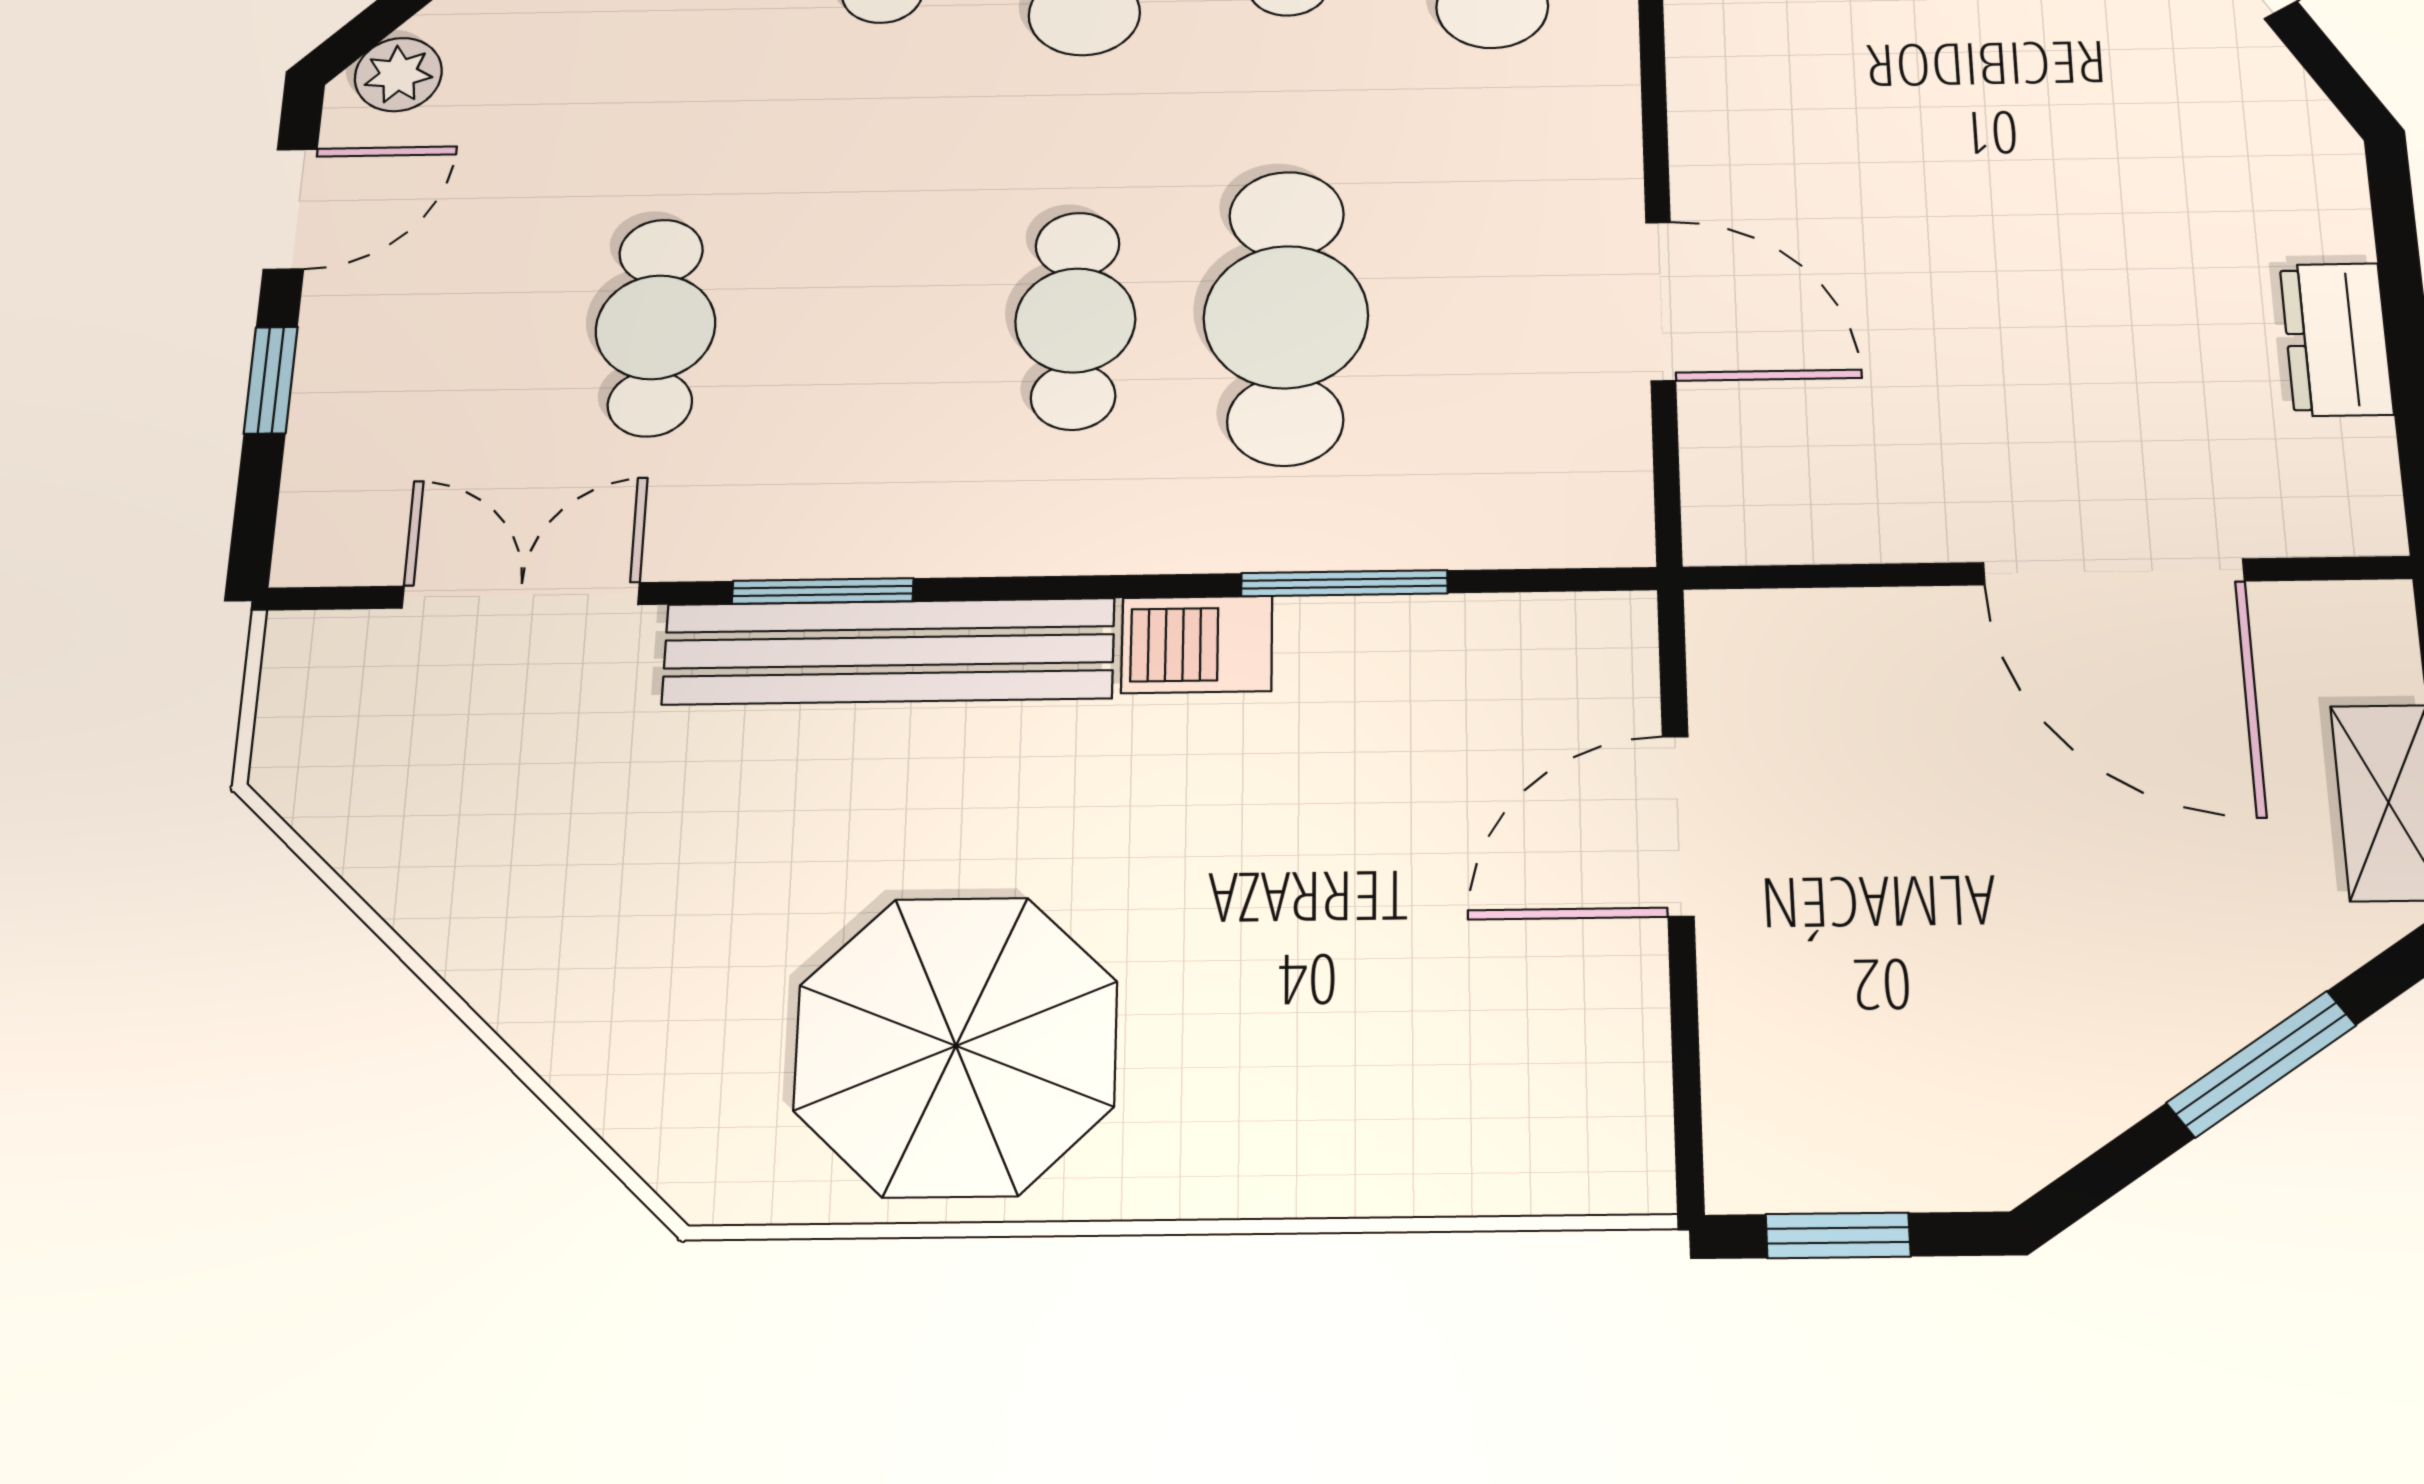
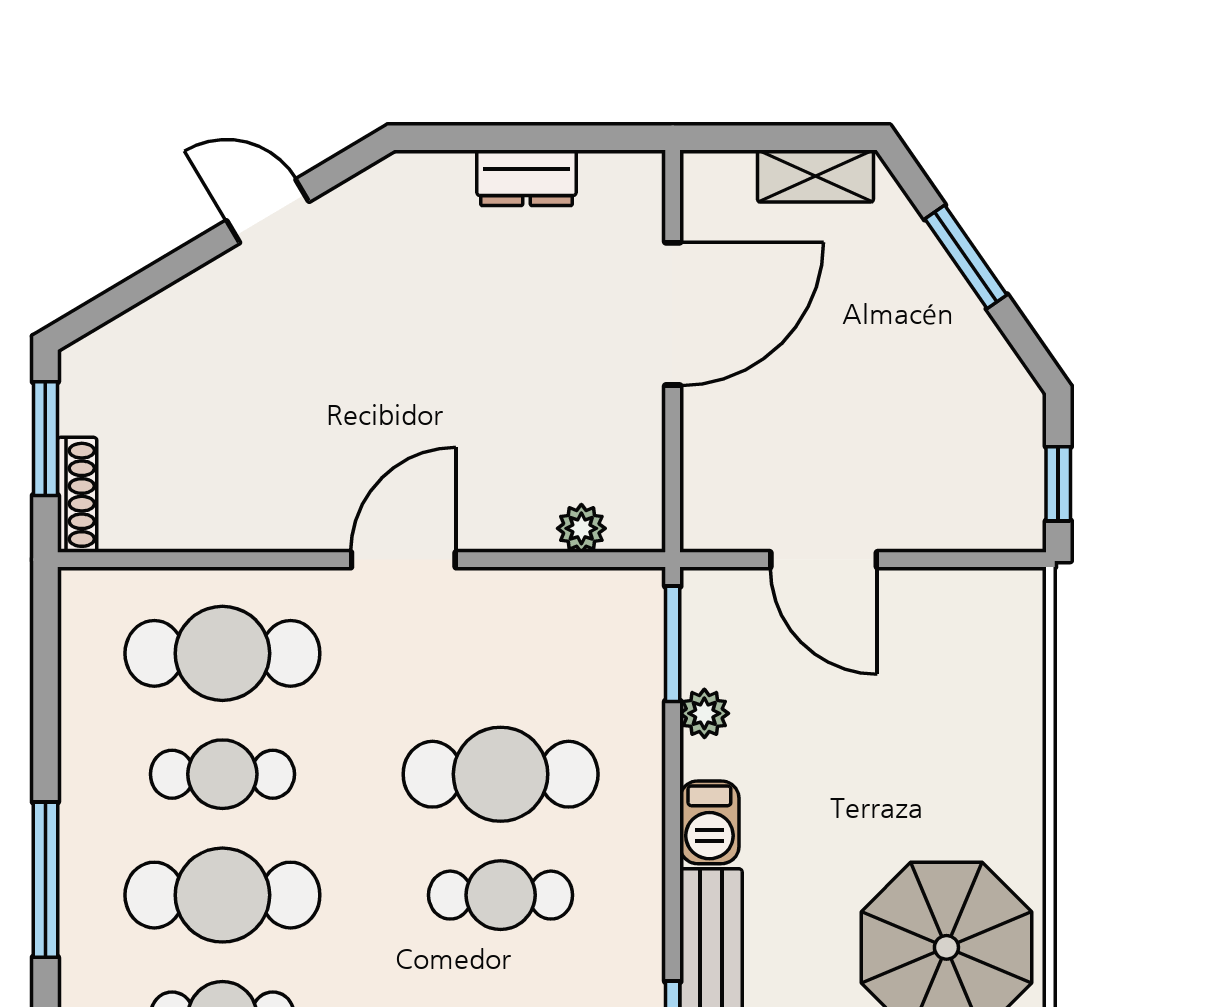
door: (1661, 301) -> (403, 560), moved
plant: (1721, 434) -> (581, 528), added
window: (1344, 583) -> (673, 644), moved
plant: (1393, 633) -> (704, 713), added

